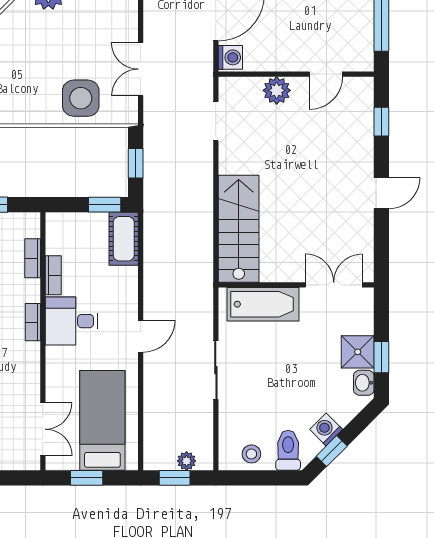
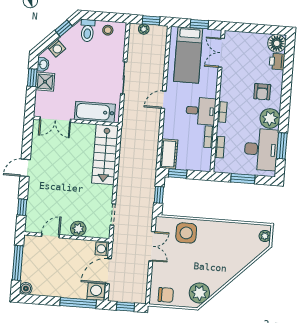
washing machine: (326, 429) -> (57, 48), moved

